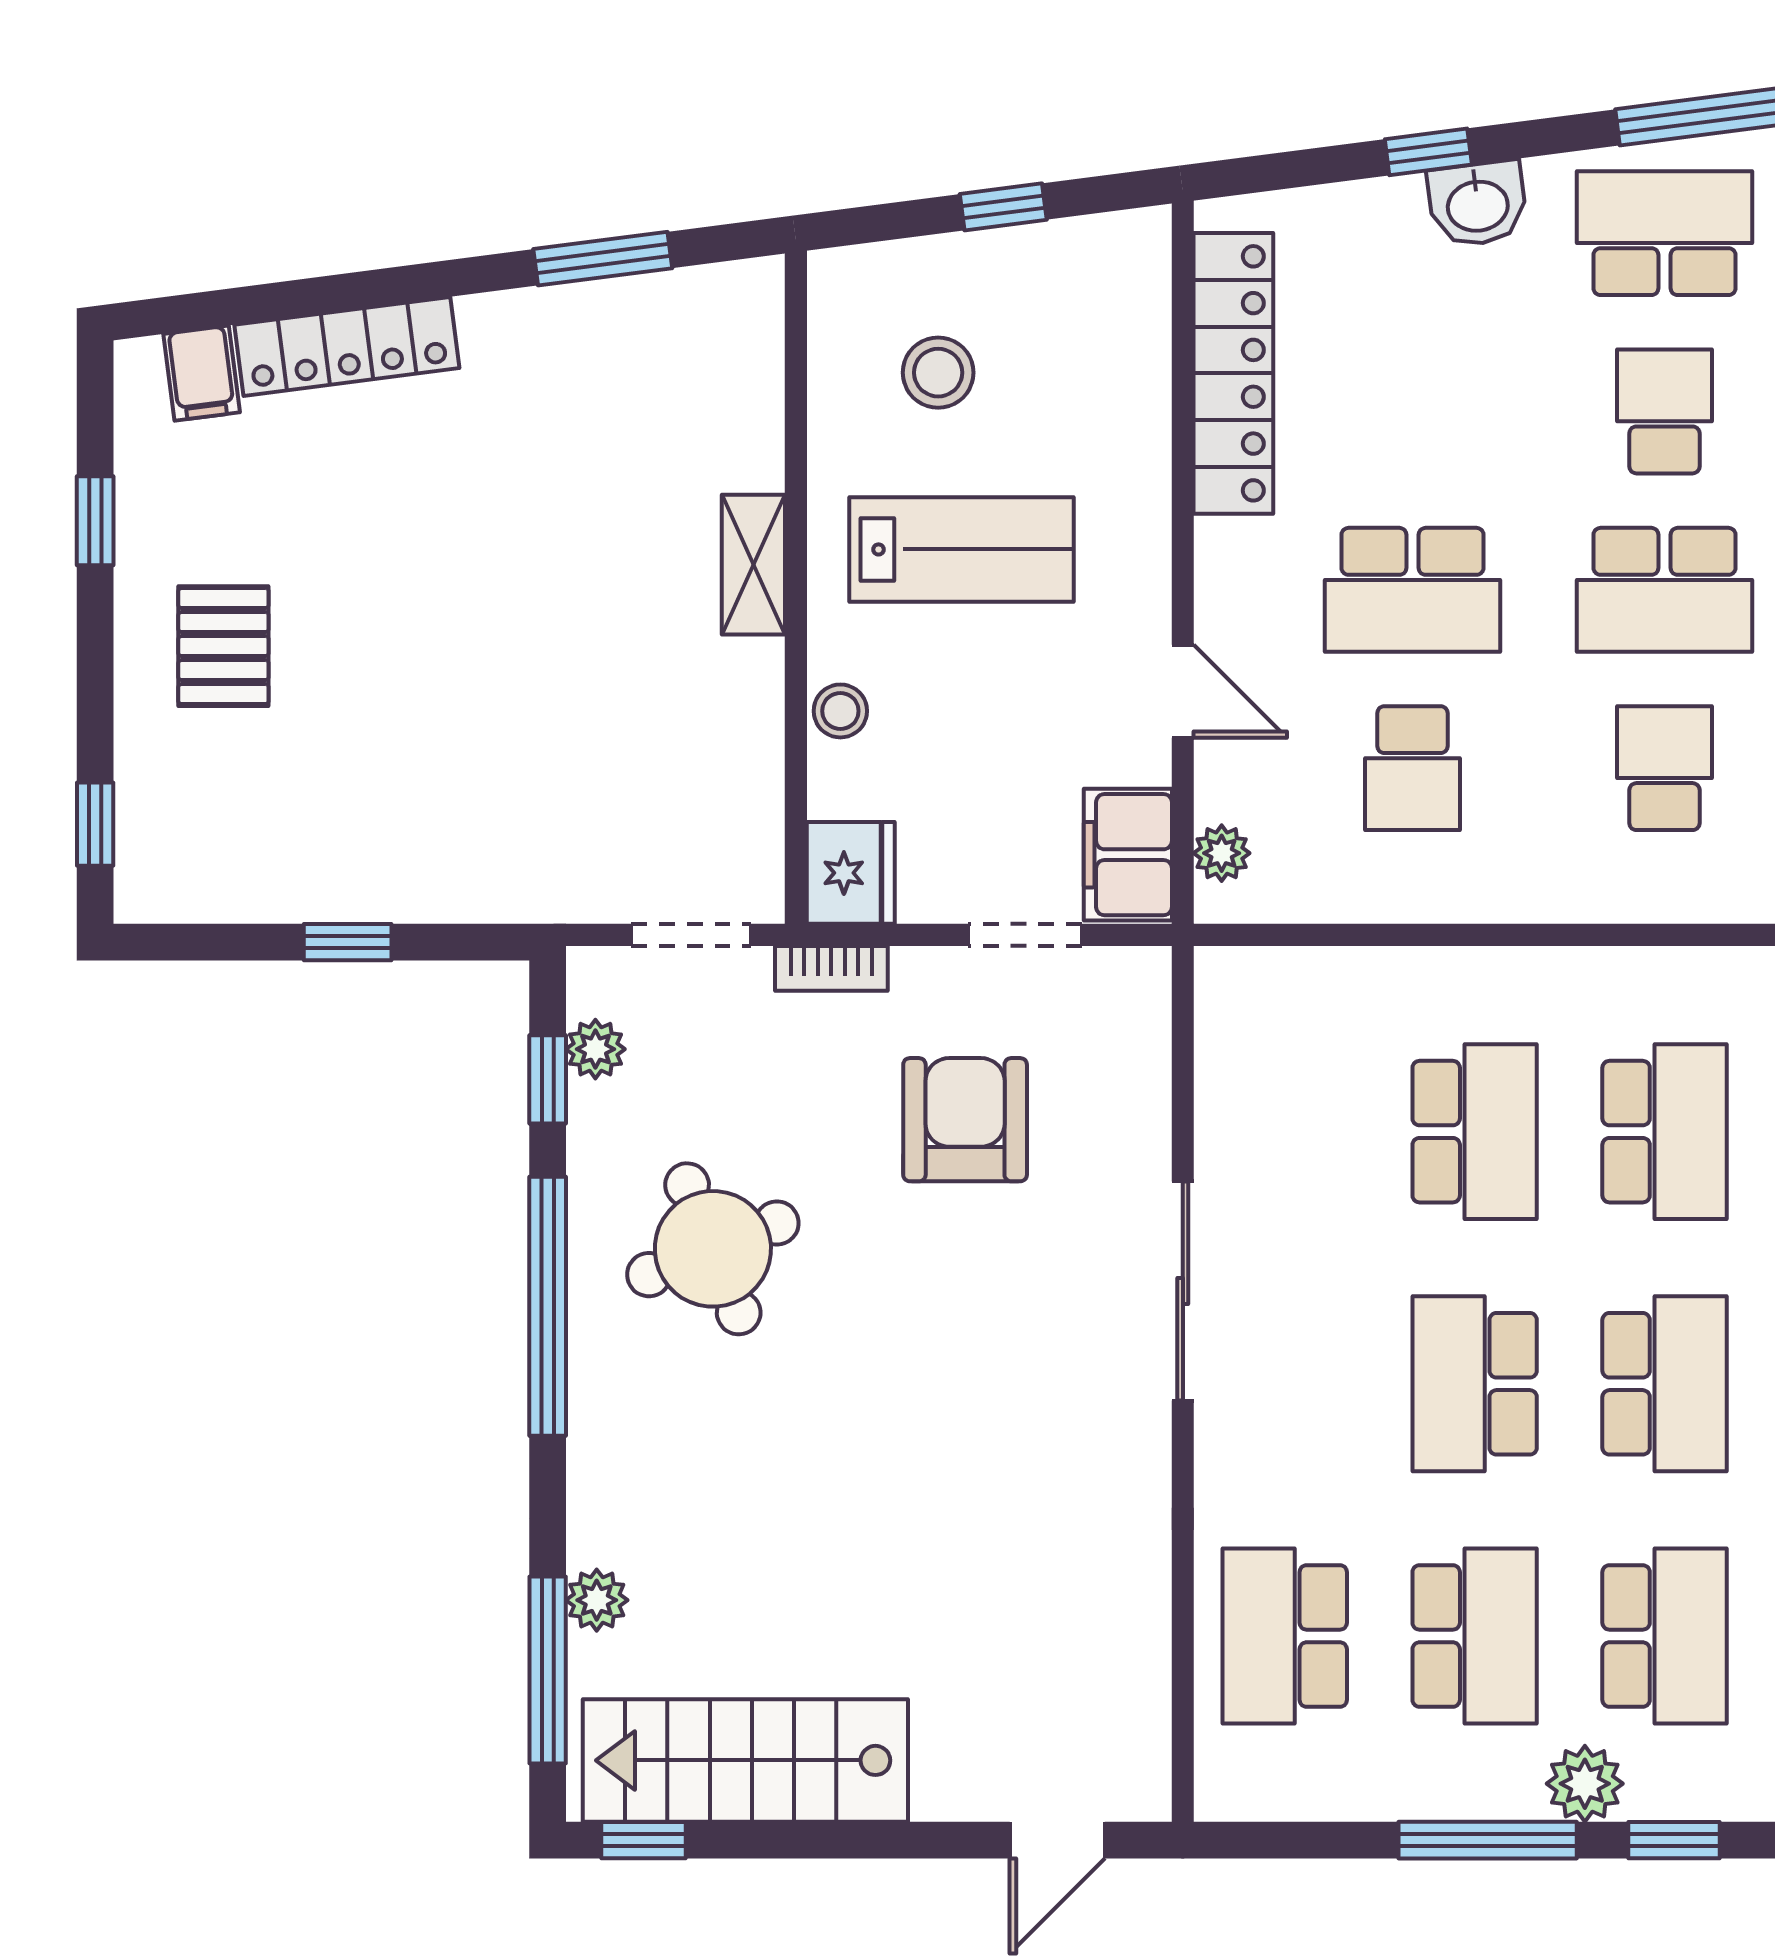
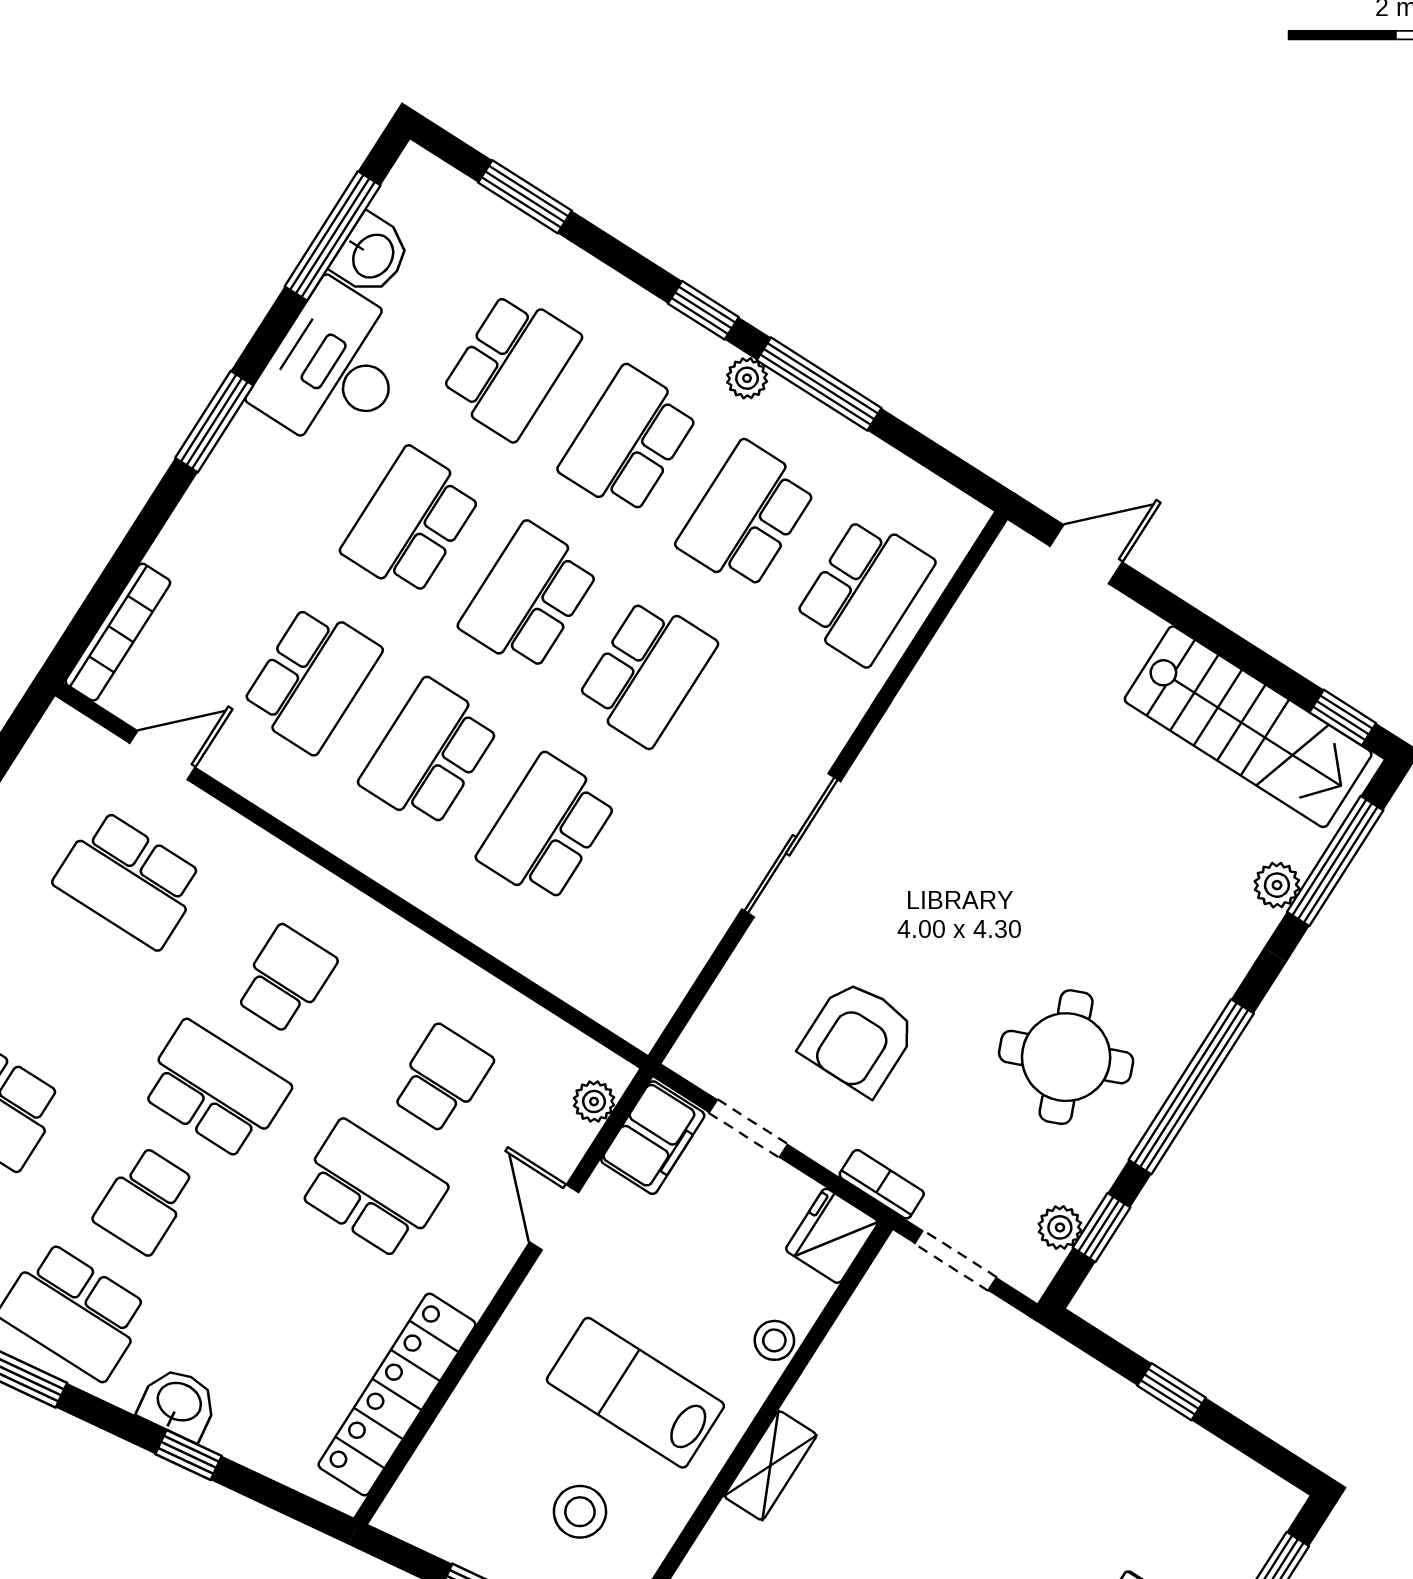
school desk: (1664, 768) -> (286, 979), turned 180
plant: (1585, 1784) -> (747, 378), width x0.73, depth x0.73

